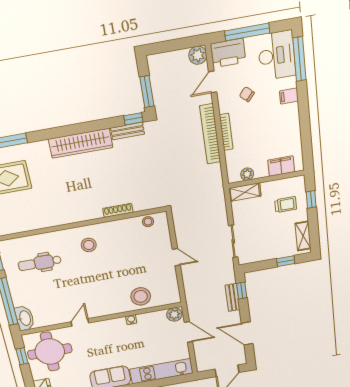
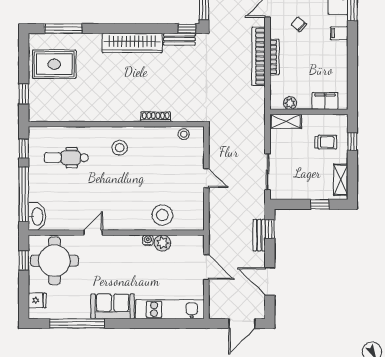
plant: (174, 314) -> (162, 243), moved

